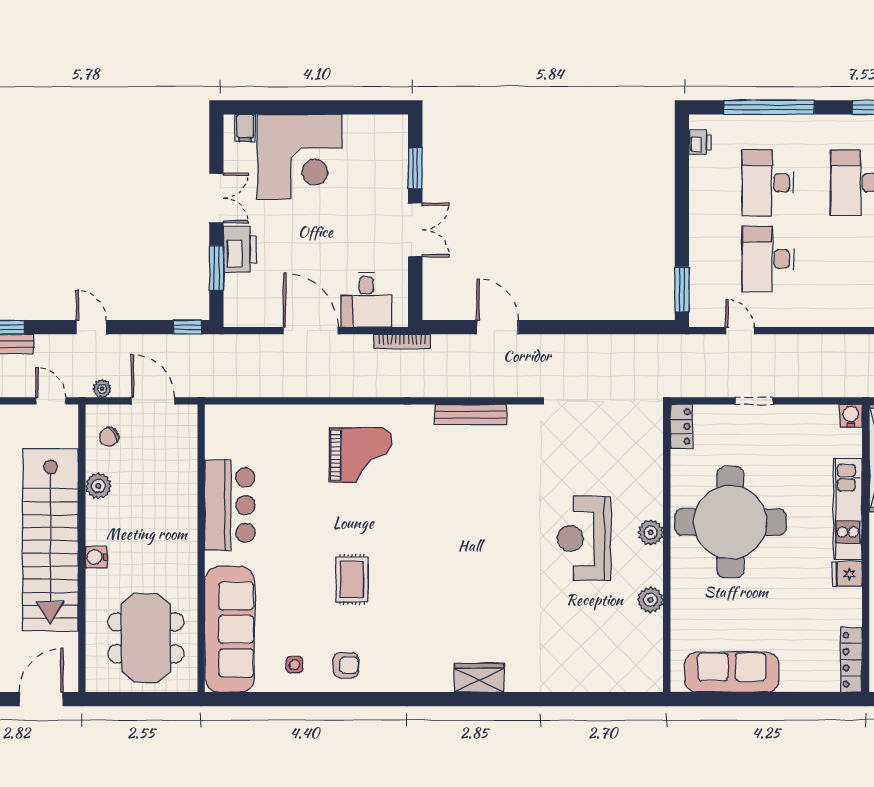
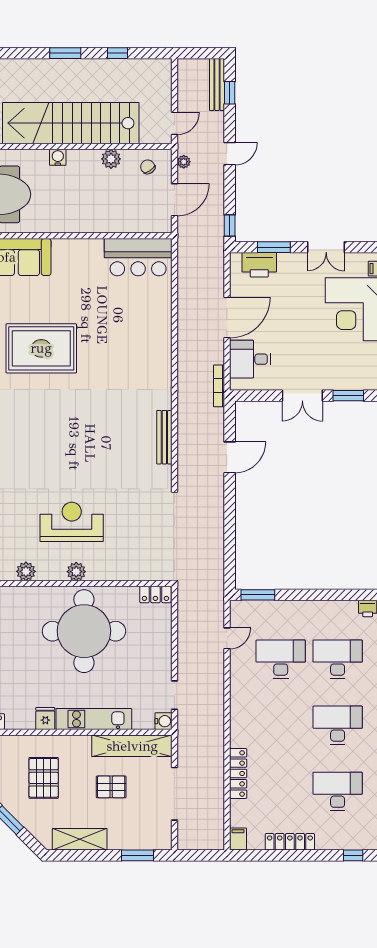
printer: (240, 249) -> (259, 265), moved
doorway: (754, 401) -> (175, 695), moved
grand piano: (361, 455) -> (134, 355), removed
bar counter: (230, 505) -> (138, 257), moved
rug: (352, 579) -> (41, 348), width x1.86, depth x2.06

